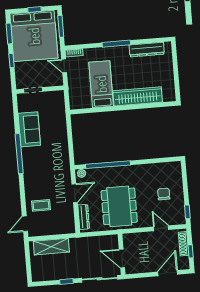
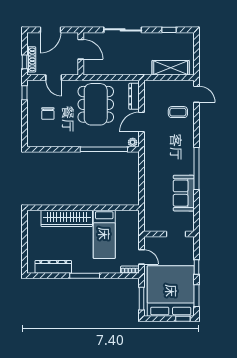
window: (35, 9) -> (183, 319), moved
door: (25, 224) -> (196, 94), hinge flipped
window: (191, 251) -> (25, 62), moved
wall: (122, 254) -> (81, 54), moved
door: (122, 259) -> (81, 49), moved
window: (66, 281) -> (169, 30), moved

